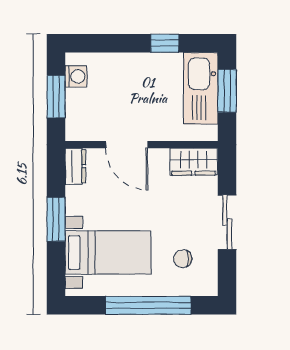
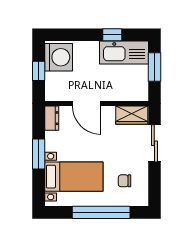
washing machine: (76, 76) -> (59, 57), width x1.89, depth x1.89
kitchen sink: (201, 88) -> (124, 53), moved, turned -90
window: (56, 97) -> (39, 71), width x0.67
sliding door: (227, 222) -> (154, 143), moved

